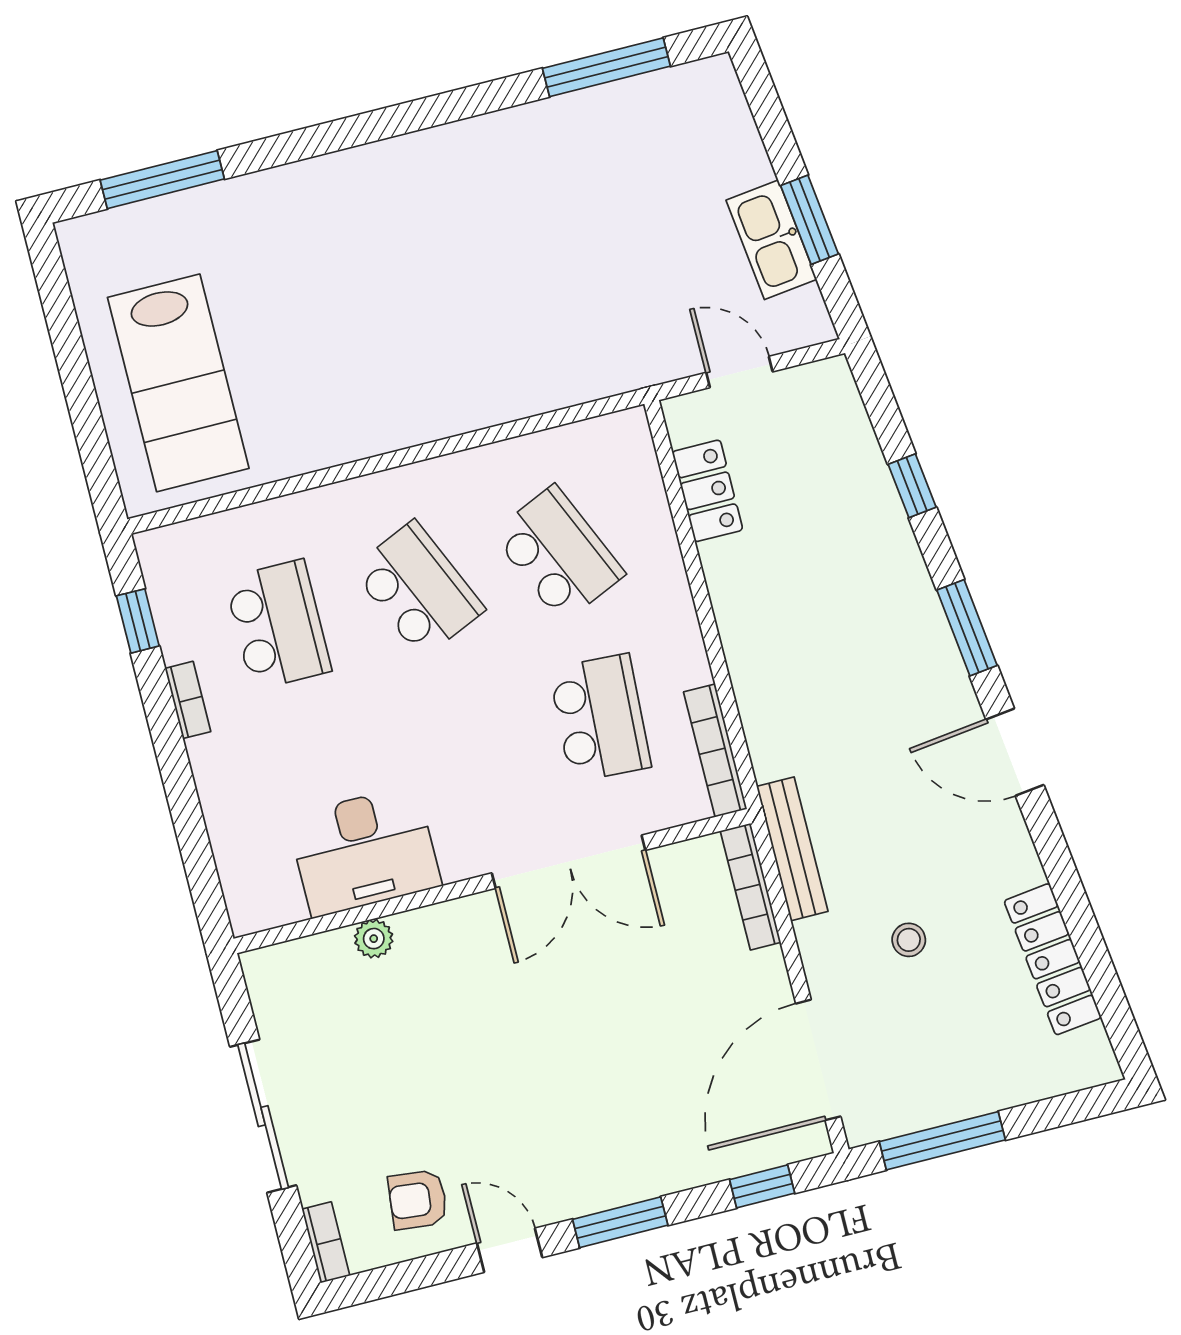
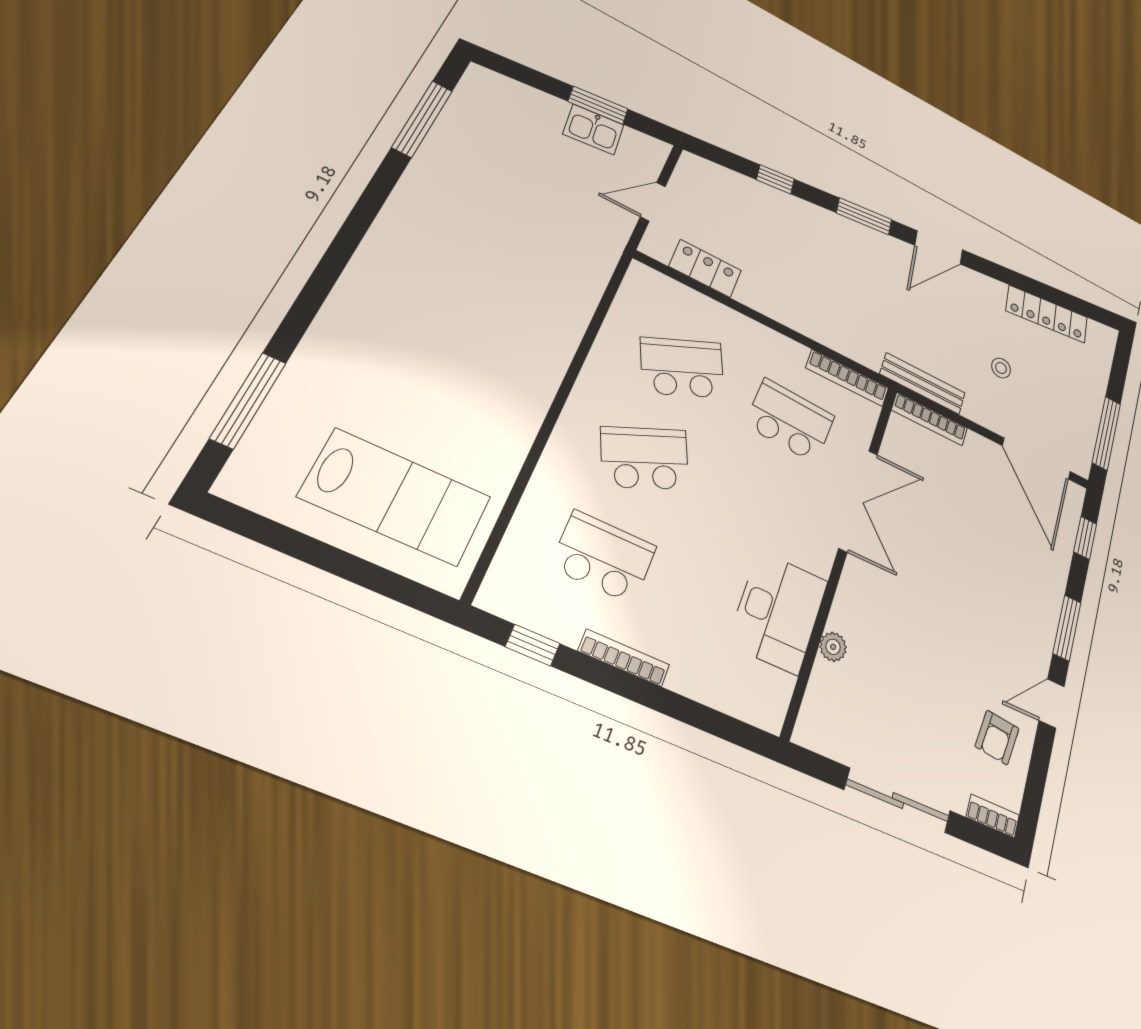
kitchen sink: (771, 240) -> (593, 129), width x0.73
bookcase: (188, 700) -> (624, 658), width x1.56

